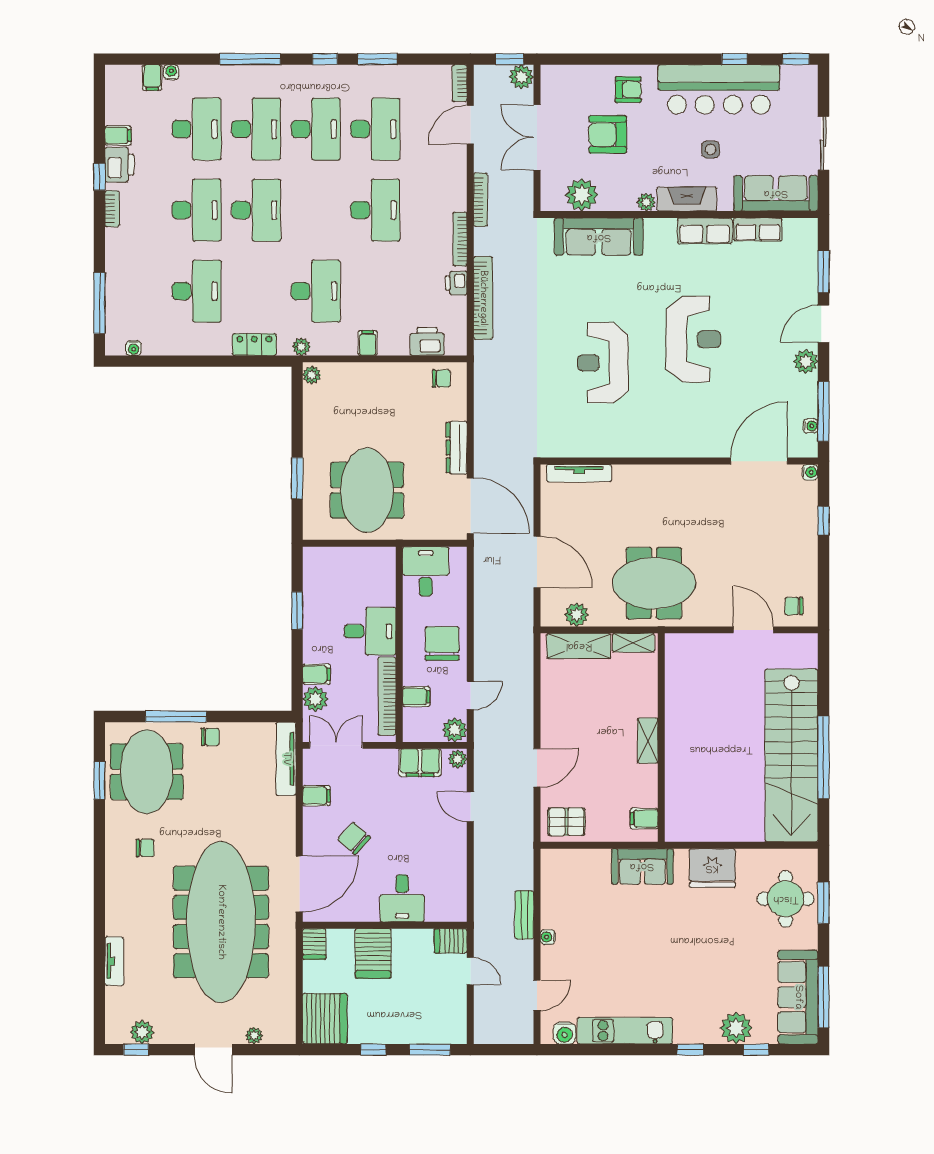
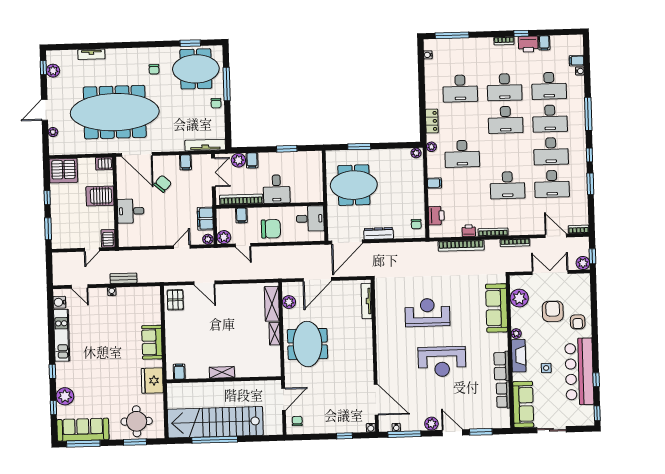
wall: (661, 738) -> (224, 380), moved
shelving: (648, 741) -> (222, 372), moved
filing cabinet: (644, 818) -> (179, 372), moved

